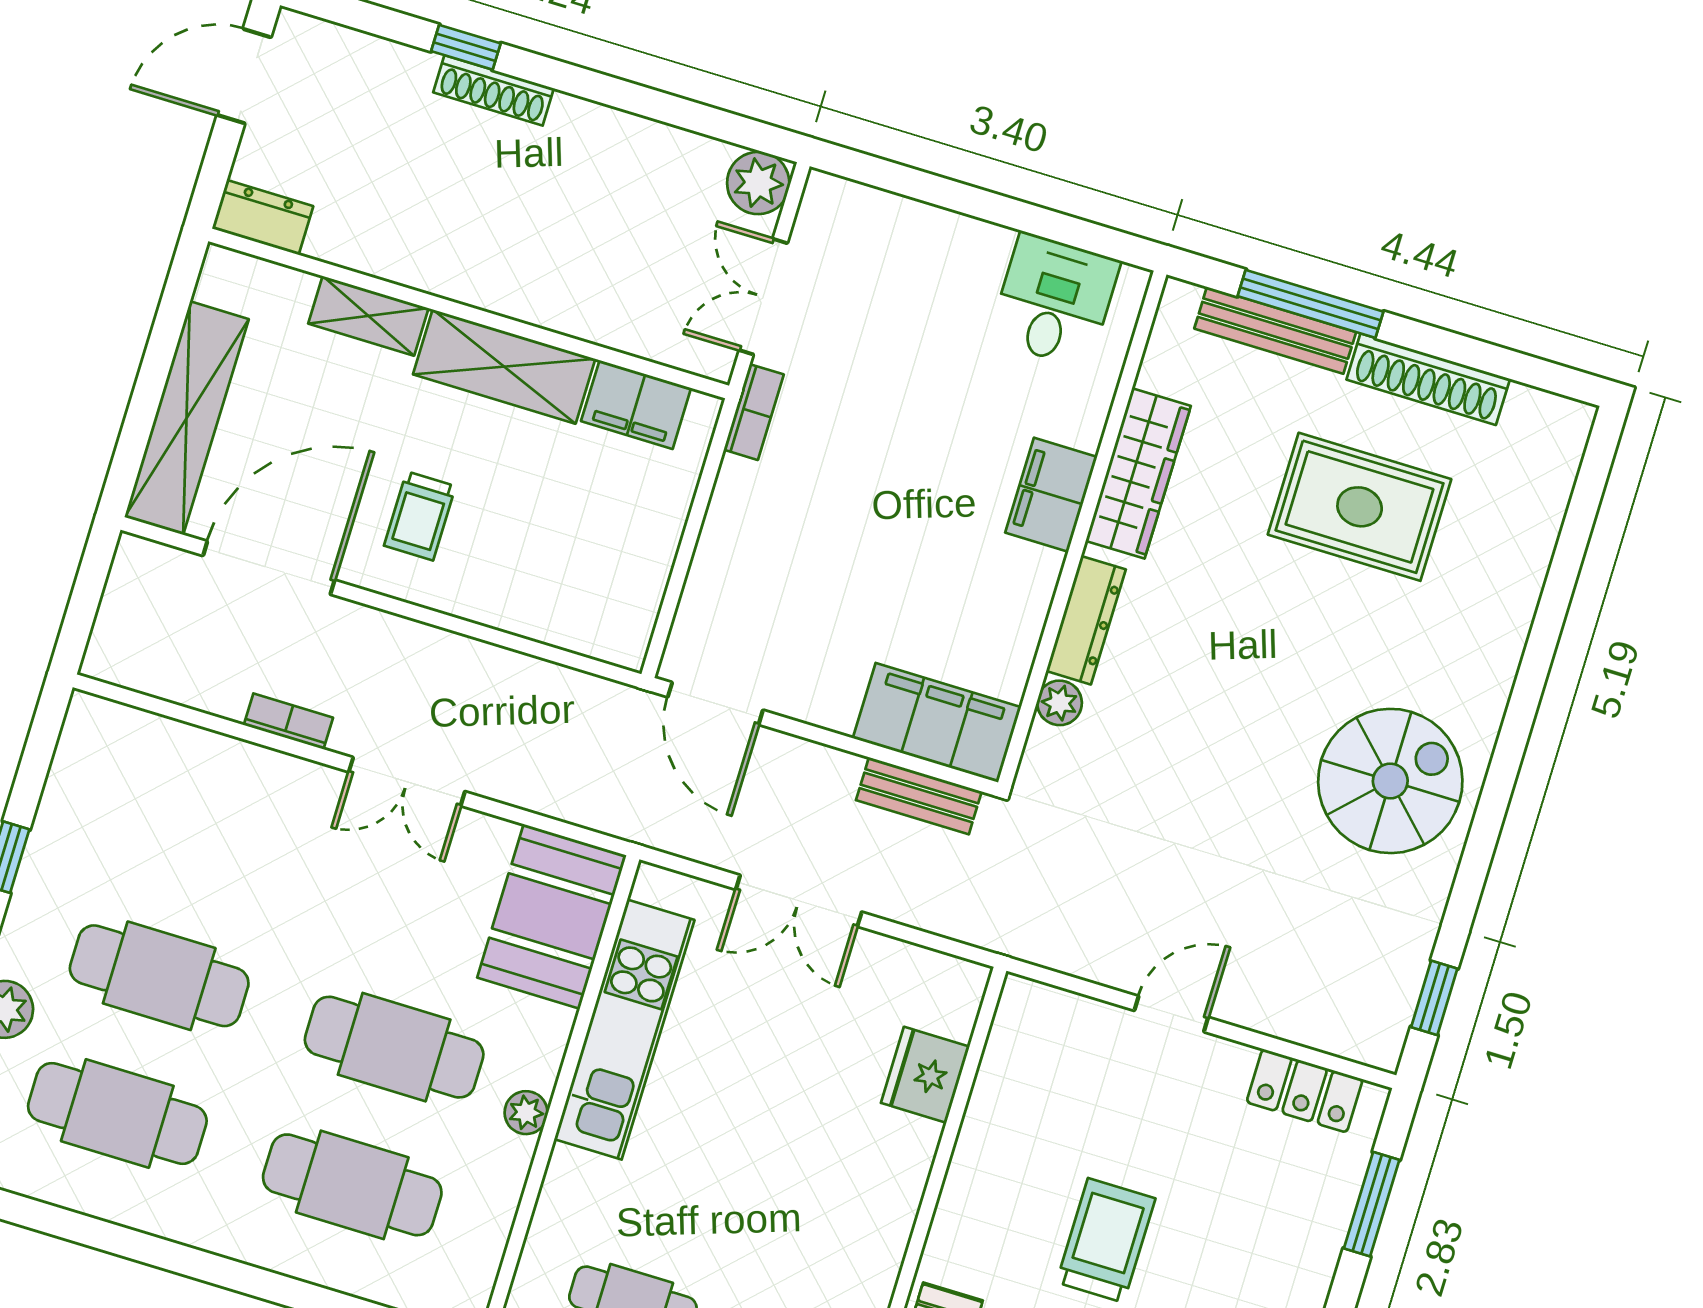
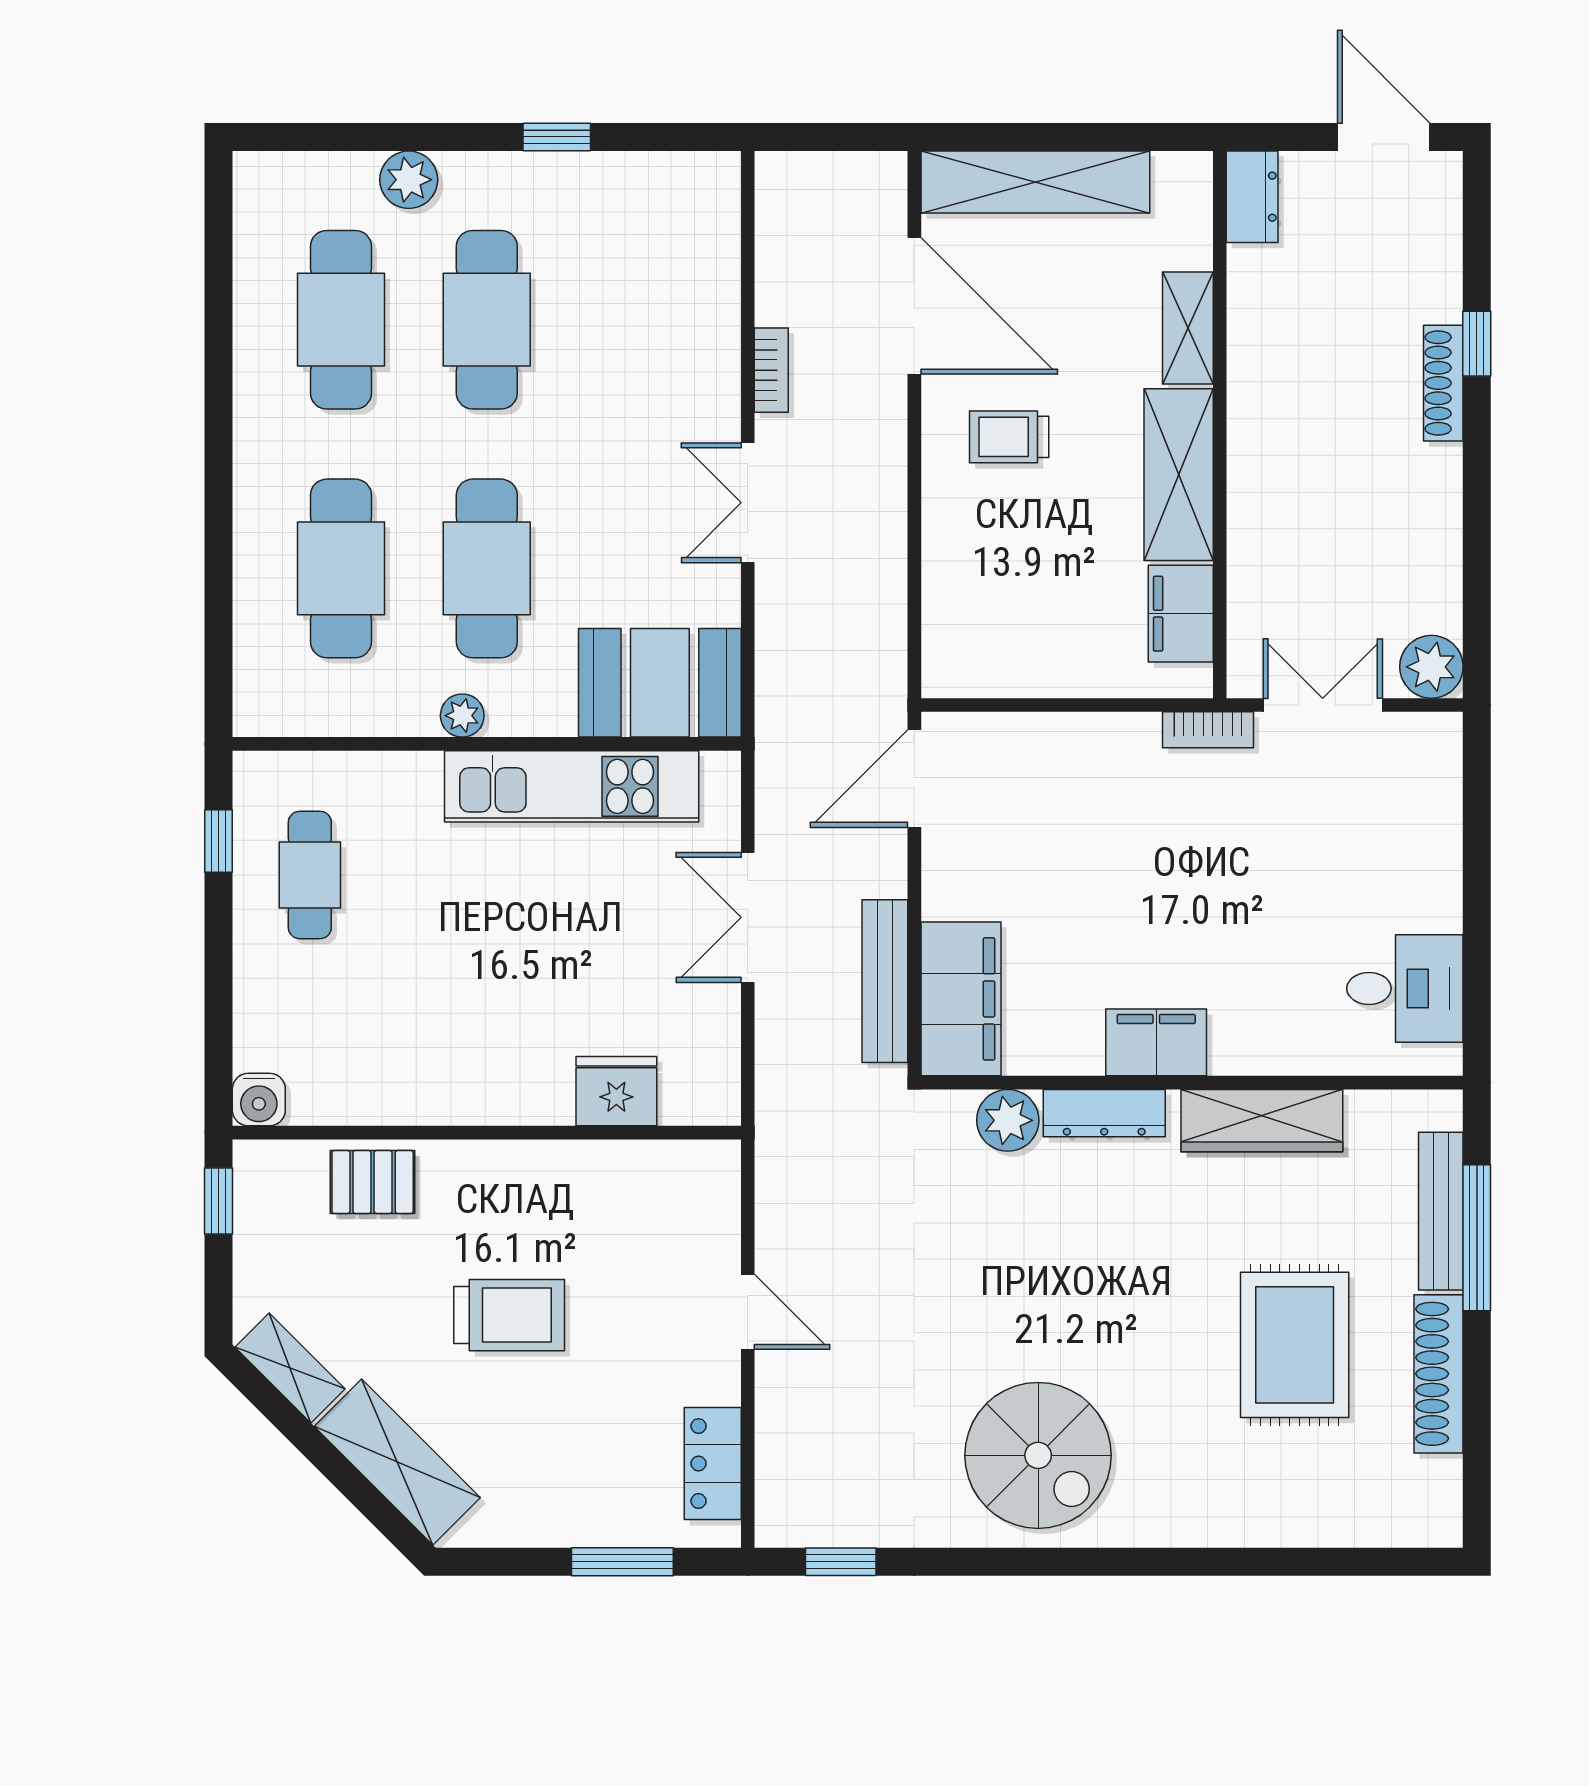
filing cabinet: (1051, 495) -> (1156, 1042), moved
plant: (1060, 703) -> (1008, 1120), width x1.38, depth x1.38
bench: (919, 796) -> (885, 981), width x1.36

